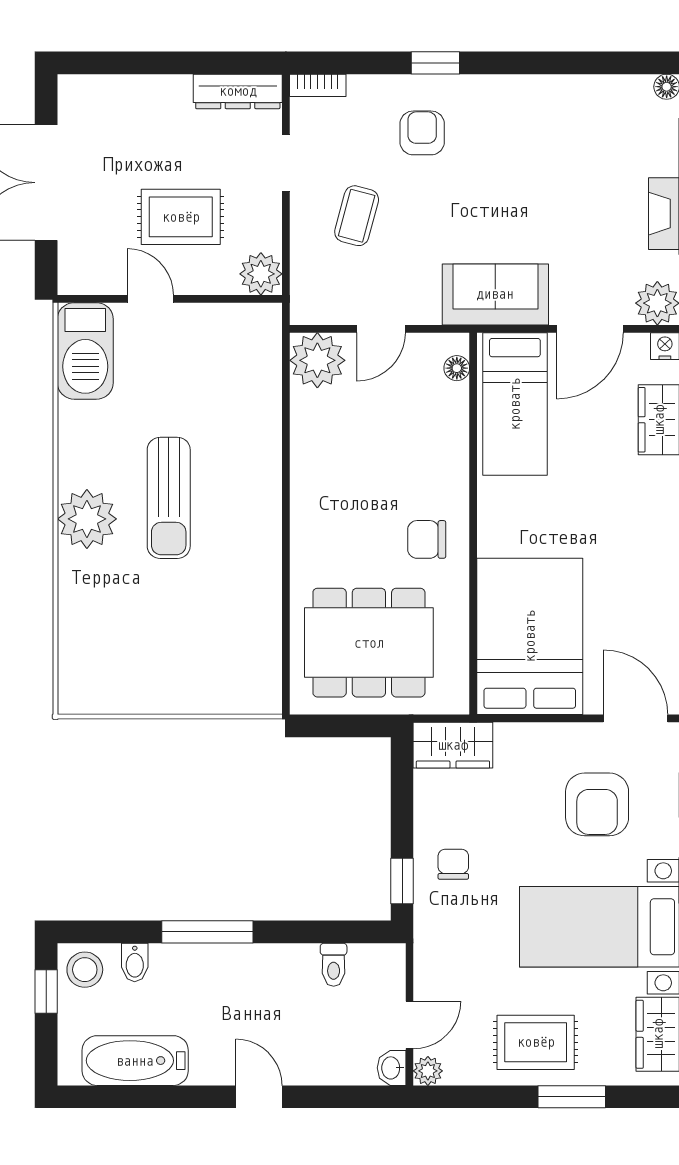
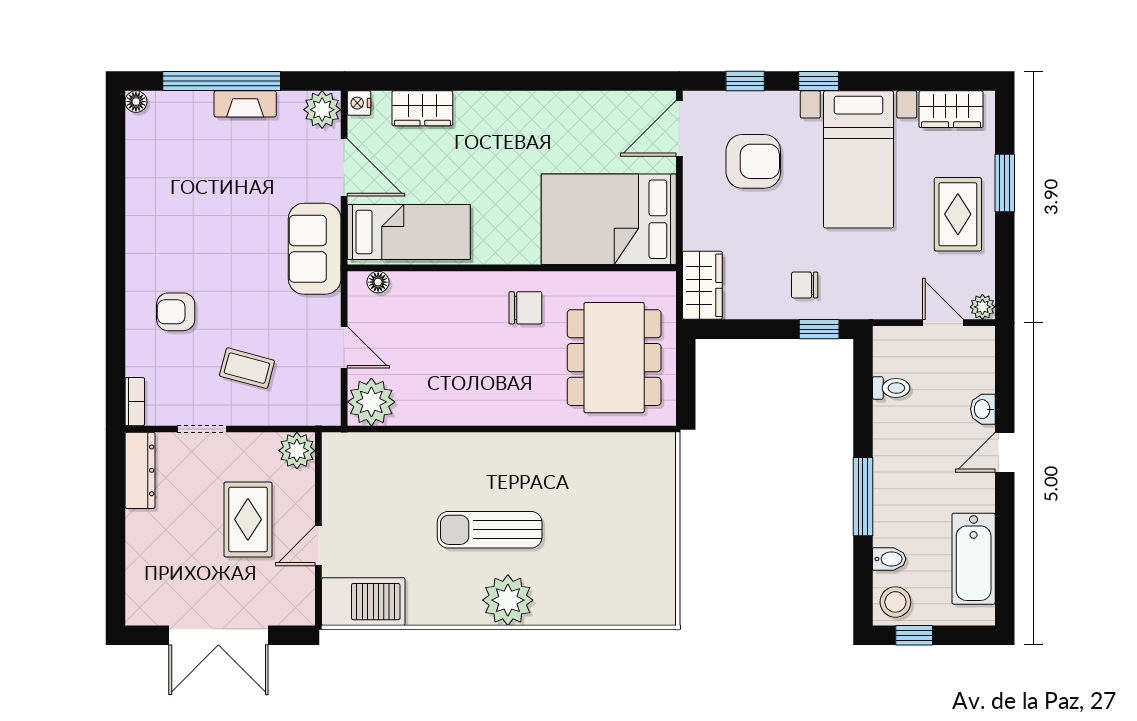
window: (435, 63) -> (115, 300), removed
sun lounger: (169, 498) -> (490, 530), turned 180
chair: (427, 539) -> (525, 308), turned -90
washbasin: (392, 1068) -> (983, 409), moved, turned 90

